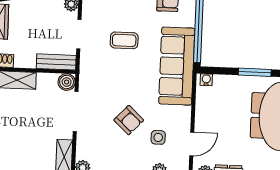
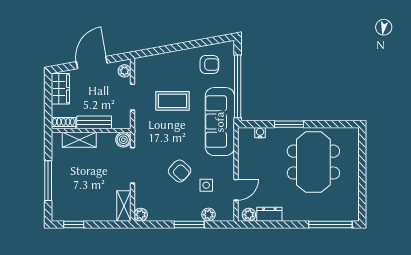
coffee table: (124, 40) -> (173, 101), width x1.36, depth x1.30
bench: (56, 62) -> (94, 122), moved
water cooler: (206, 80) -> (260, 133), moved

